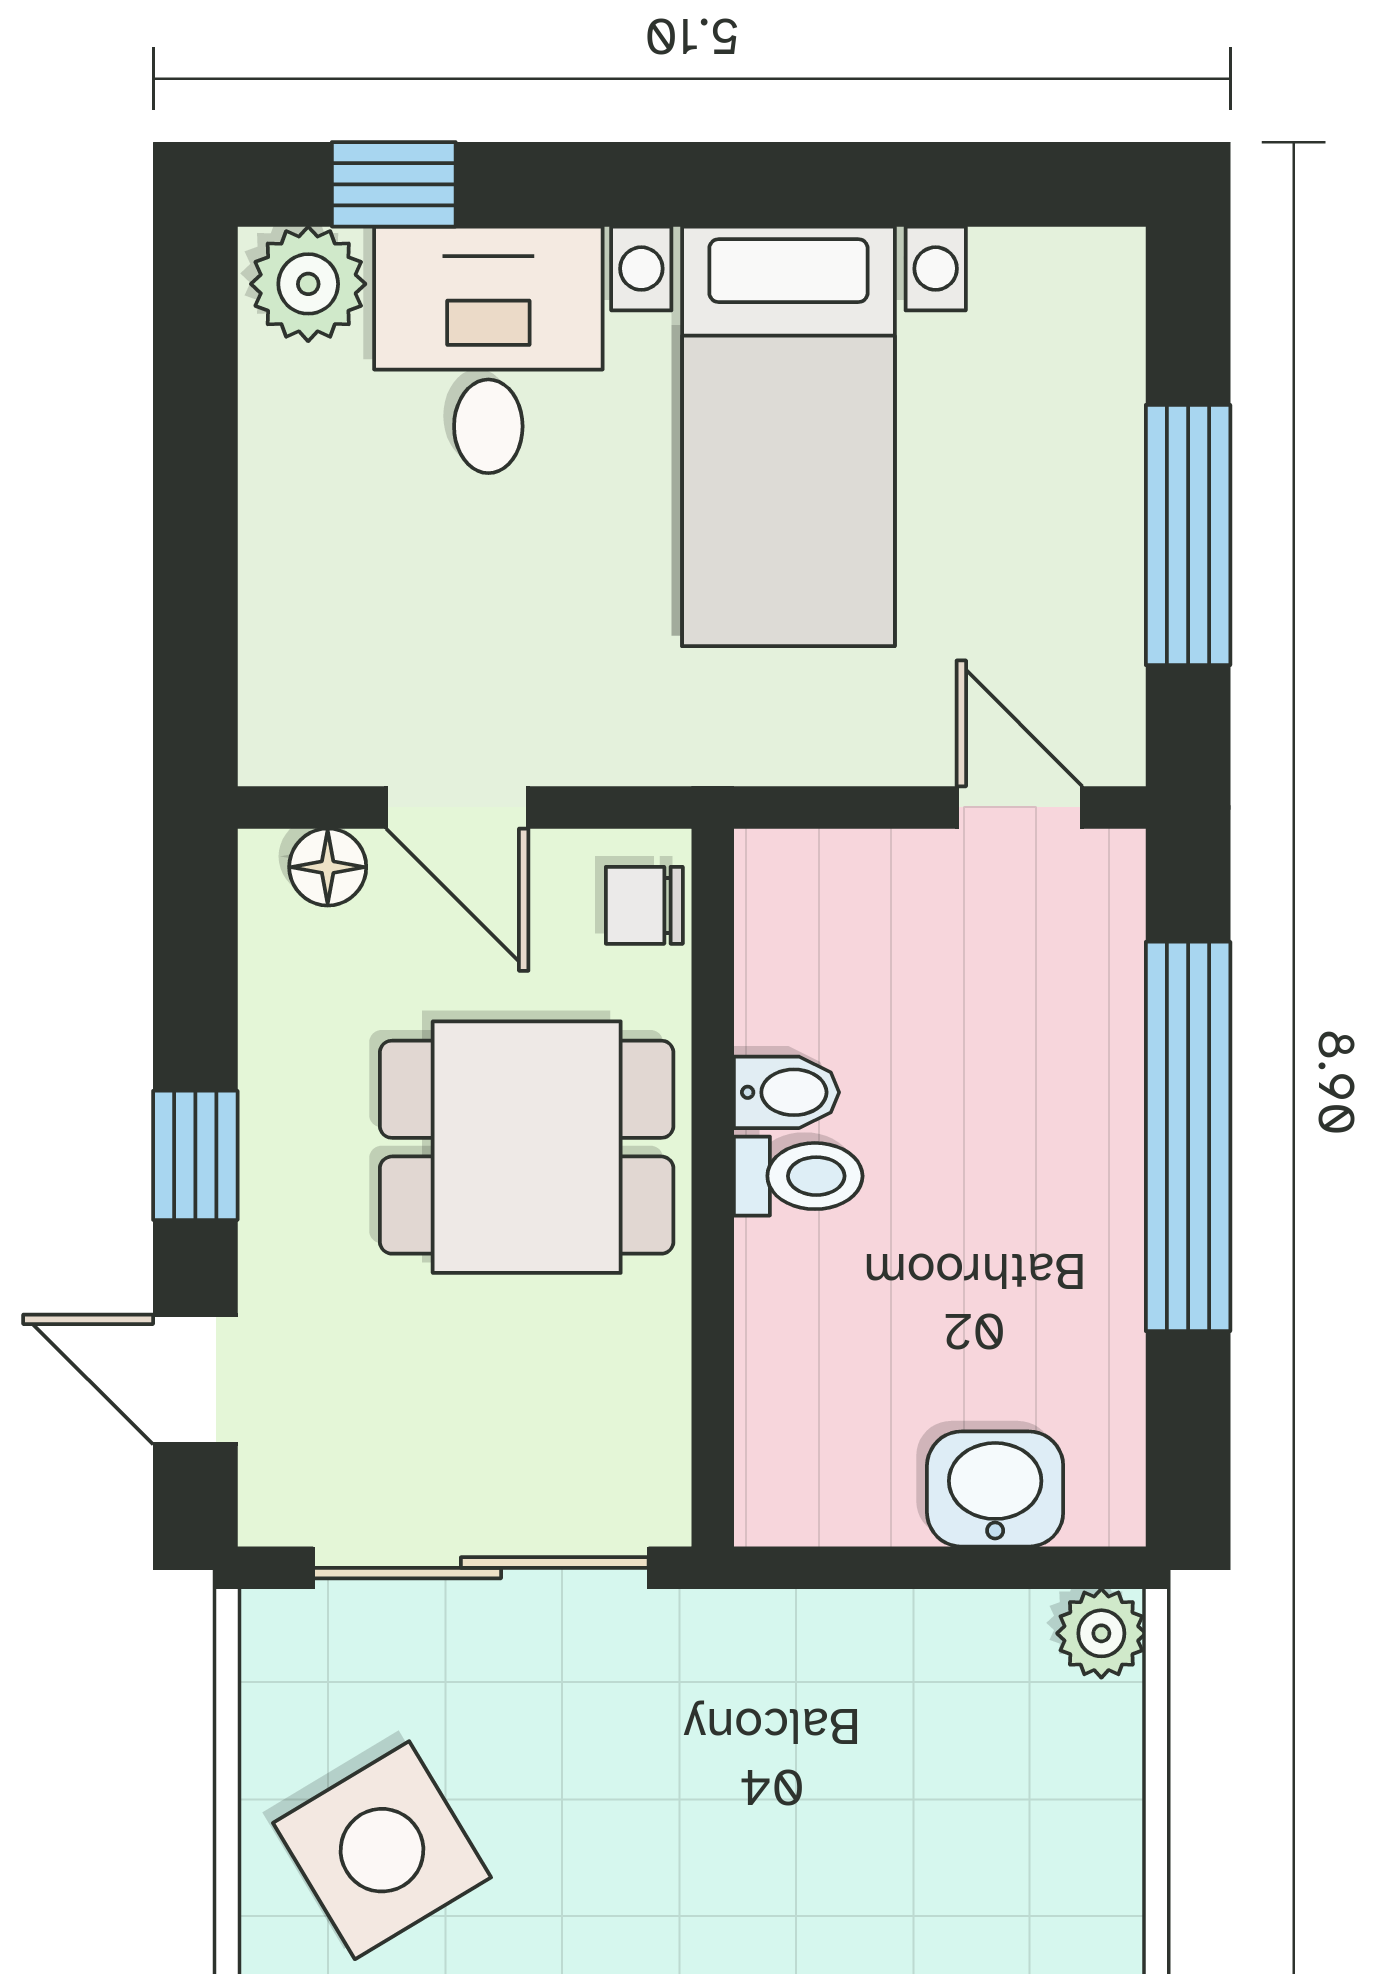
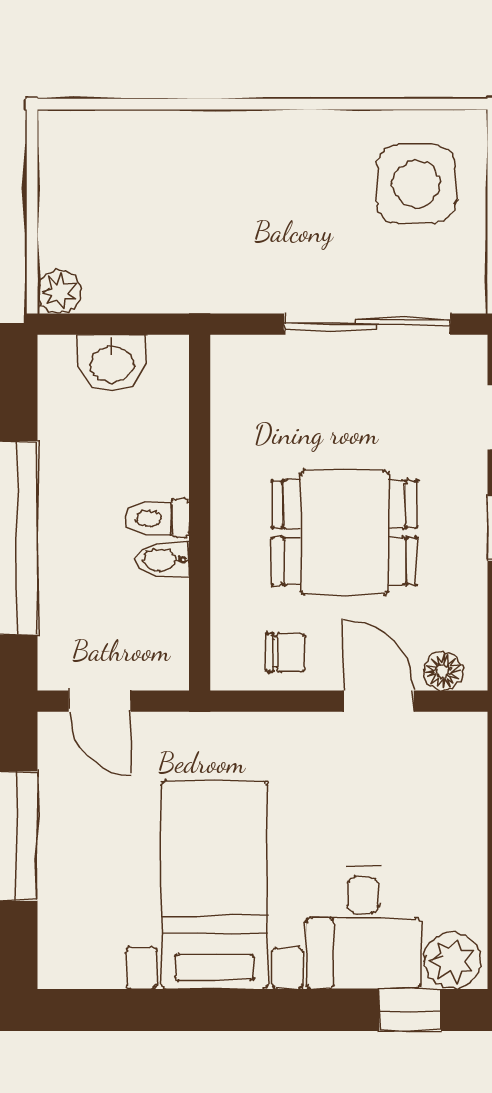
bidet: (787, 1092) -> (163, 560), moved
toilet: (798, 1176) -> (157, 518), moved
wall: (713, 1188) -> (200, 513), moved
side table: (382, 1850) -> (416, 184), turned 31

